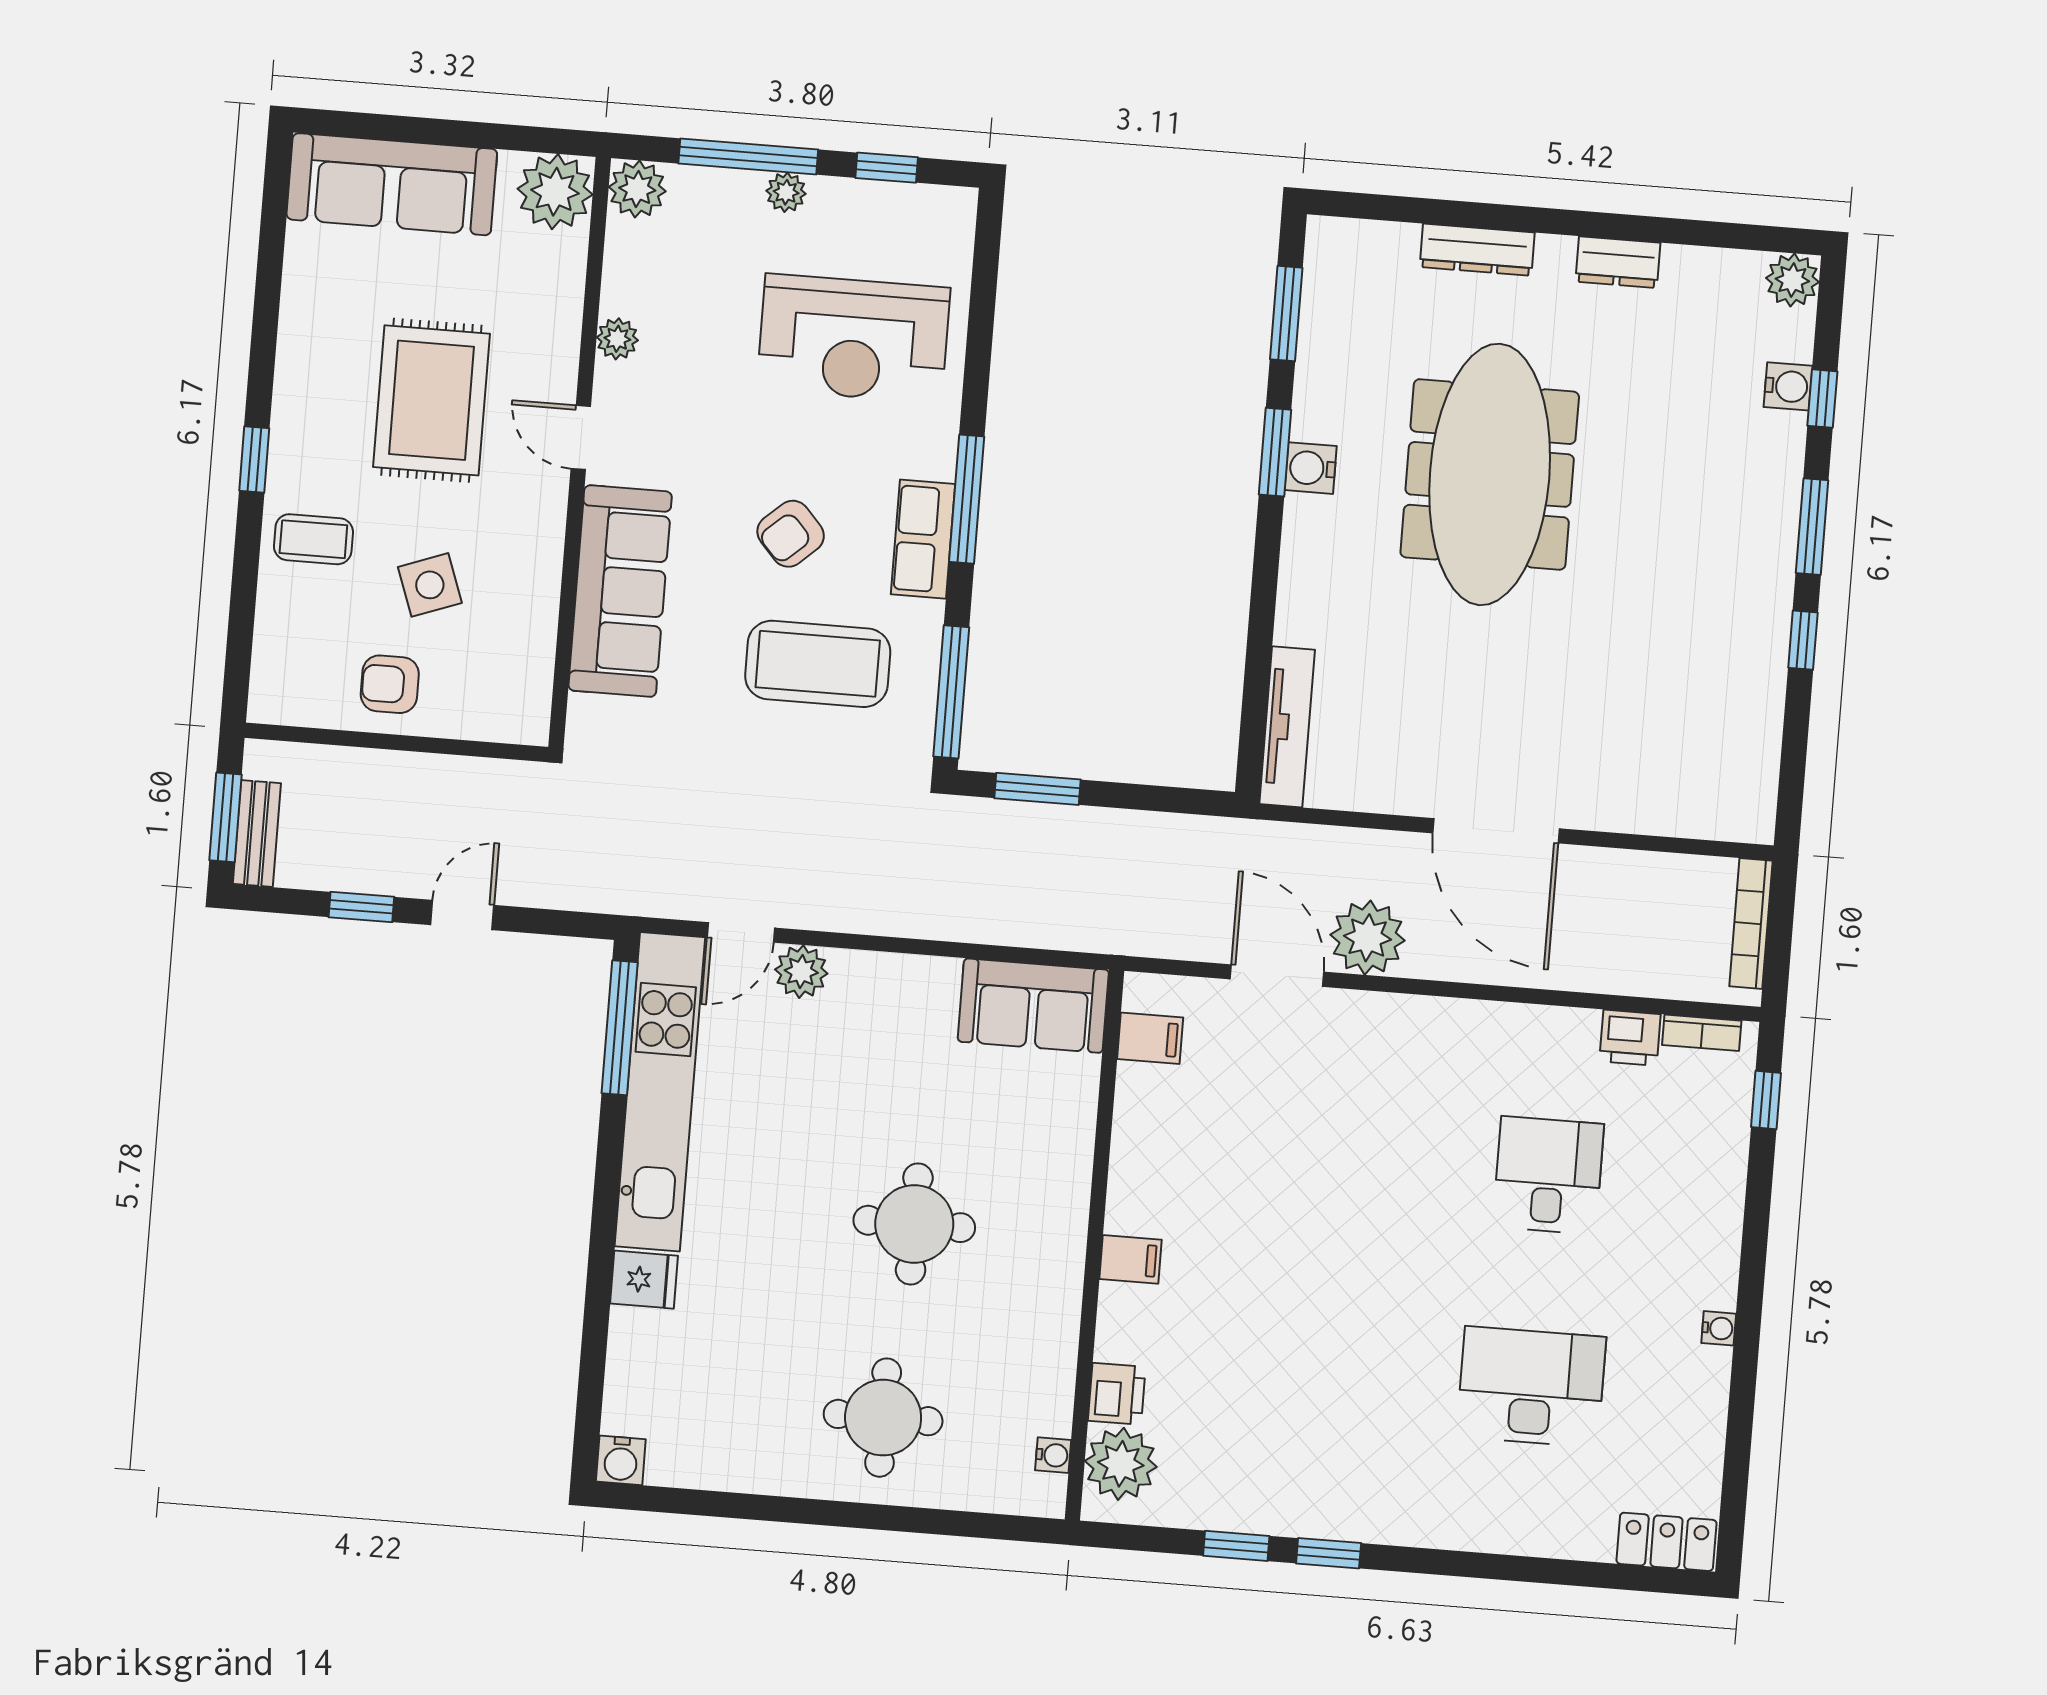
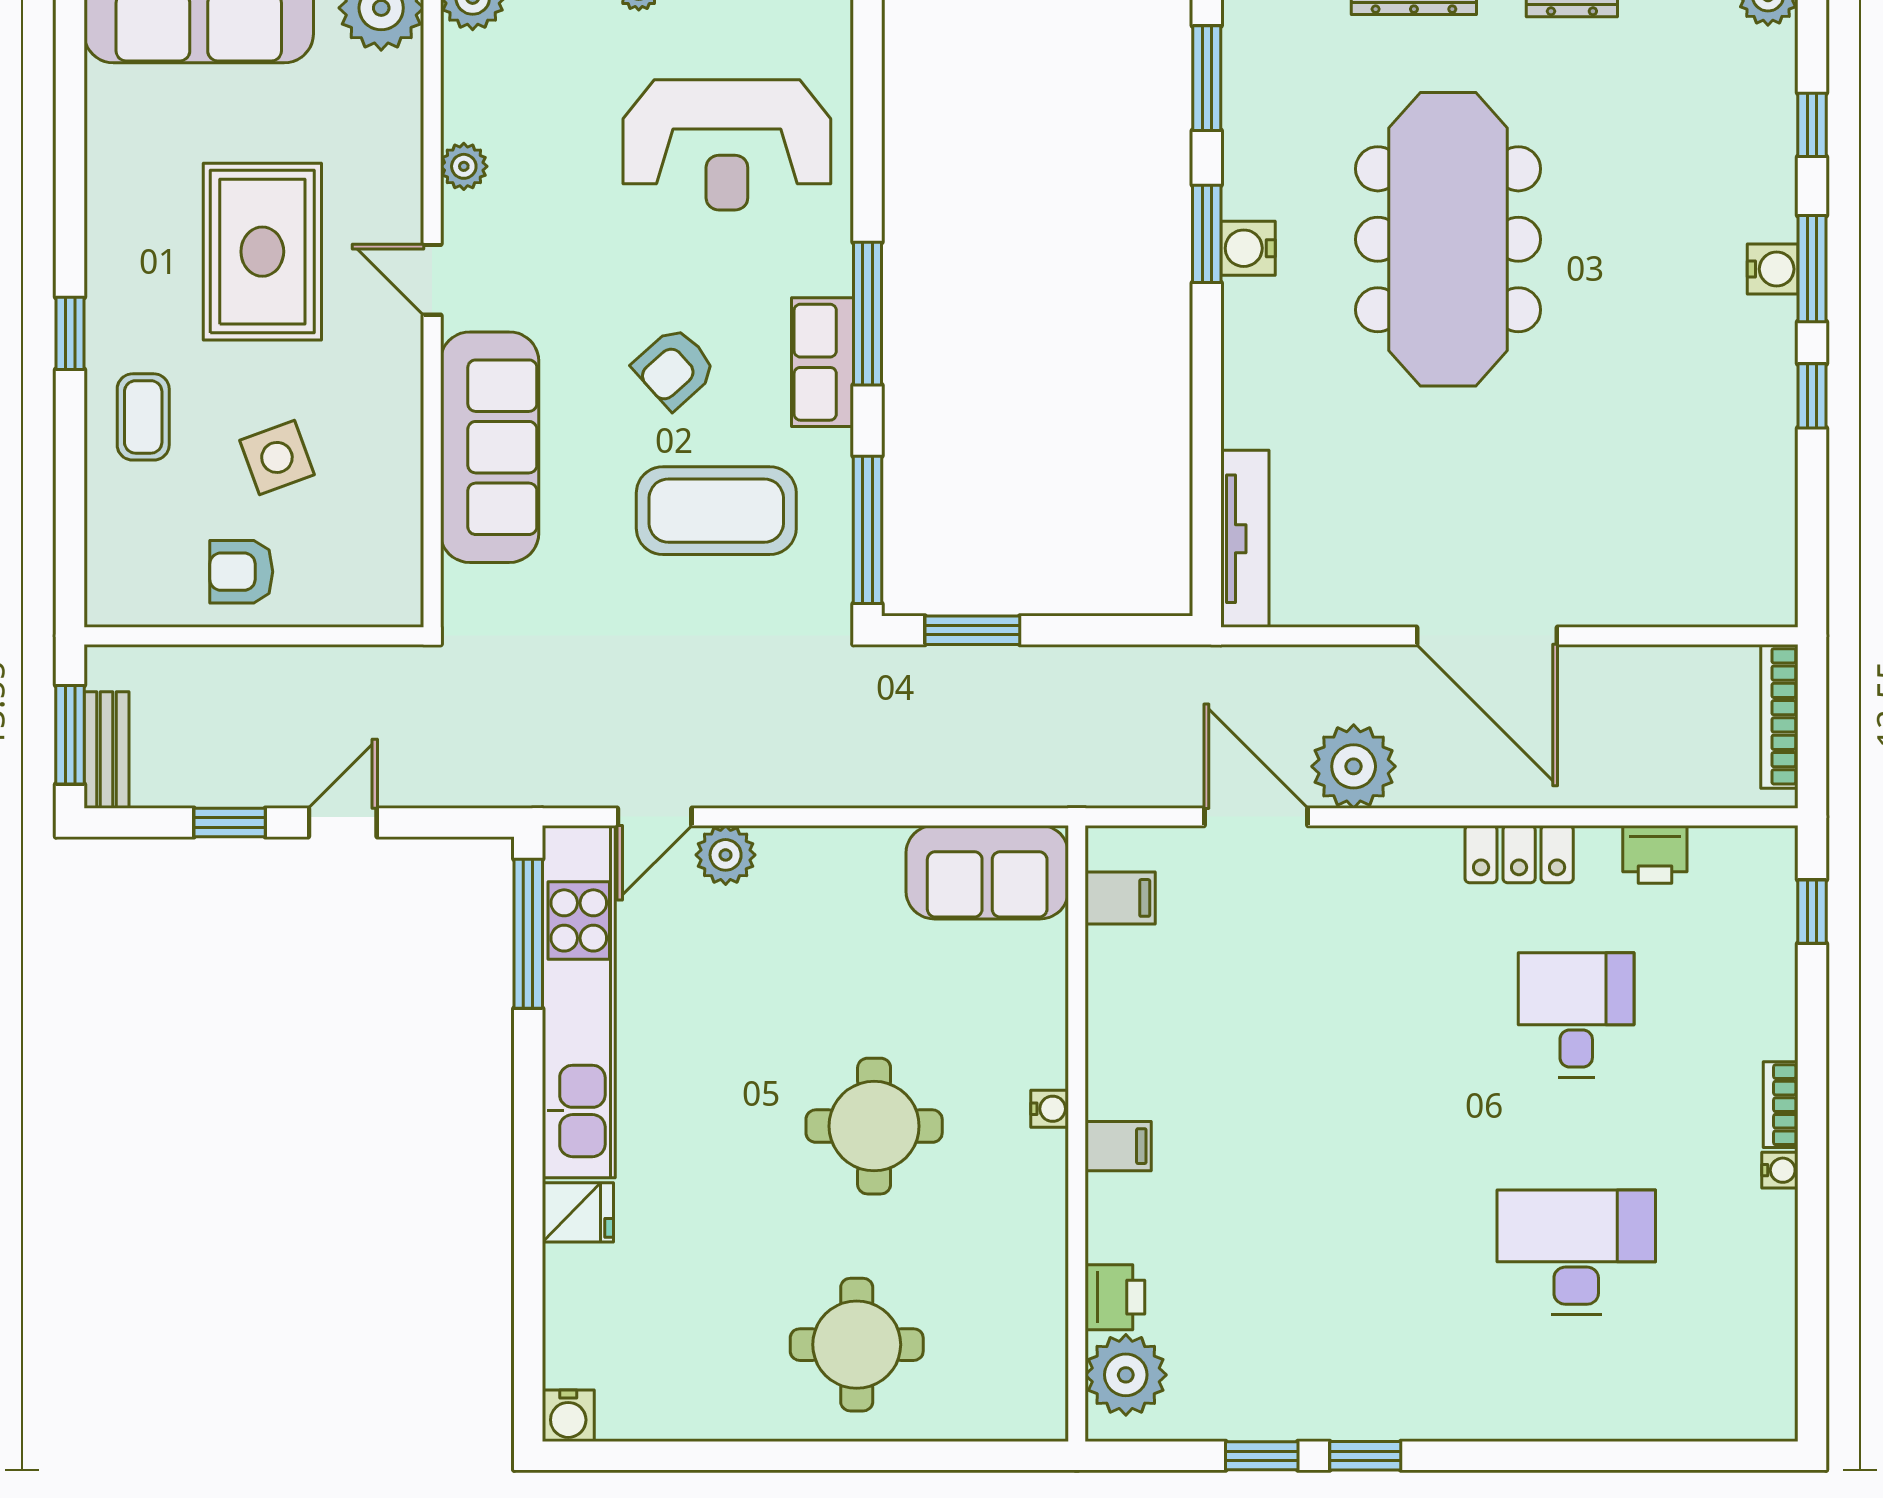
water cooler: (1788, 386) -> (1773, 269), moved
coffee table: (313, 539) -> (143, 417), turned 90
bookcase: (1702, 1033) -> (1781, 1105), moved, turned 90
water cooler: (1053, 1455) -> (1050, 1109), moved
locker: (1666, 1542) -> (1519, 854), moved, turned 180

